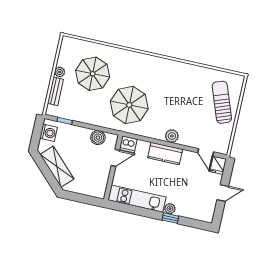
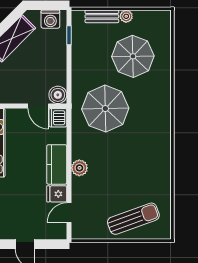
boiler: (98, 138) -> (58, 95), moved
fridge: (218, 165) -> (57, 194), moved

